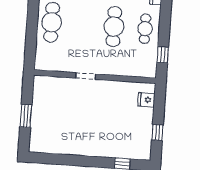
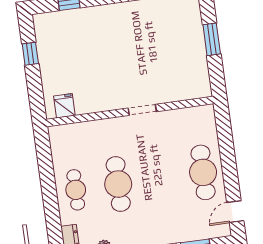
window: (163, 55) -> (45, 160), removed
fridge: (146, 100) -> (64, 106), moved, turned -90

